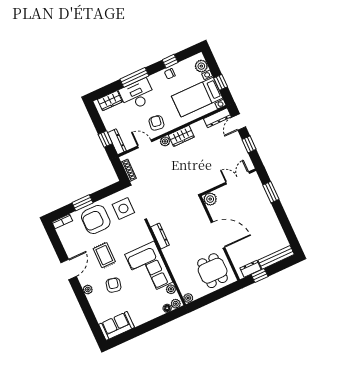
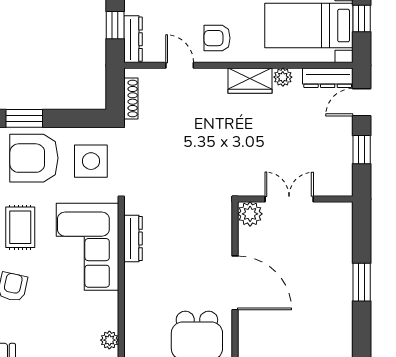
armchair: (156, 123) -> (217, 38), turned -98
plant: (165, 141) -> (283, 77), moved
double door: (238, 178) -> (289, 199), moved
window: (271, 192) -> (362, 282), moved
corner sofa: (149, 268) -> (87, 247), moved

